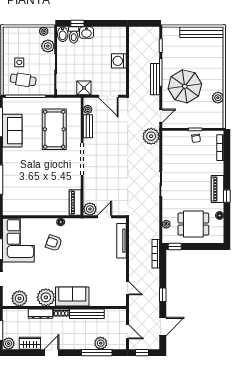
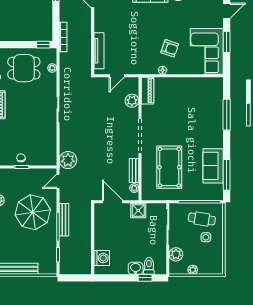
plant: (44, 31) -> (193, 270), moved
bidet: (63, 34) -> (160, 267), removed
washing machine: (119, 61) -> (102, 258), moved
plant: (90, 209) -> (132, 101), moved

